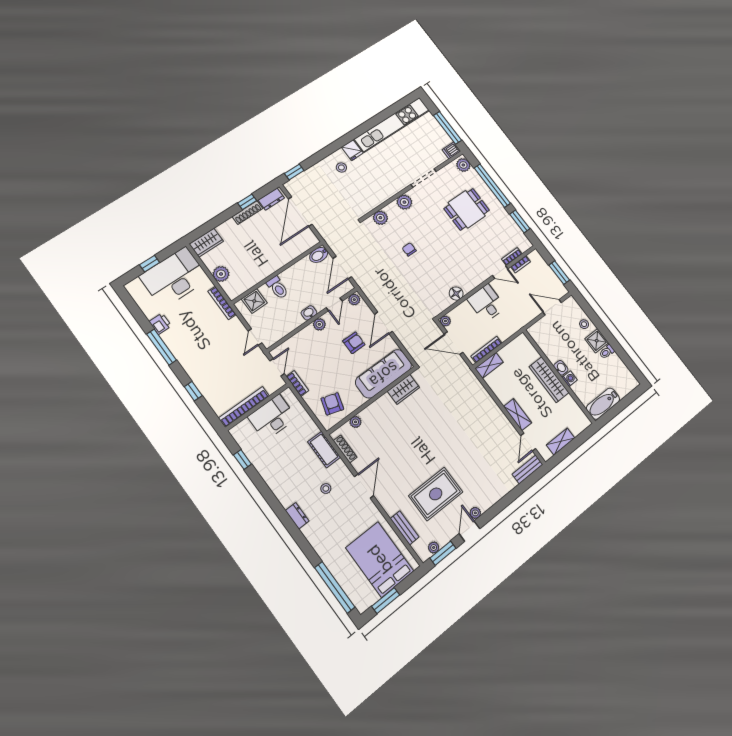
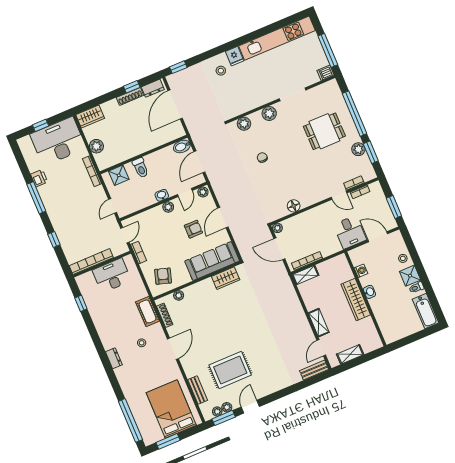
plant: (463, 165) -> (358, 149), moved
desk: (486, 303) -> (350, 232), moved, turned 180
washing machine: (570, 379) -> (361, 271), moved
bathtub: (603, 404) -> (426, 311), moved, turned -90
plant: (475, 513) -> (227, 407), moved

